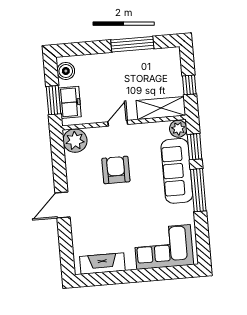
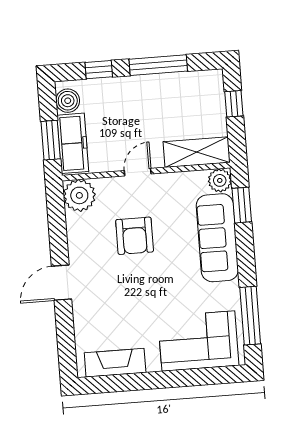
window: (88, 48) -> (99, 70), added
window: (189, 85) -> (234, 104), moved
freezer: (70, 102) -> (73, 143), width x1.40
armchair: (116, 170) -> (135, 236), turned 180
window: (198, 190) -> (250, 316), moved

